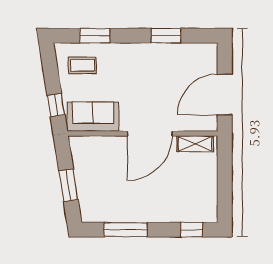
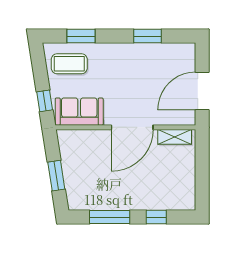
coffee table: (82, 65) -> (69, 64), width x1.36, depth x1.30
window: (192, 230) -> (156, 217), moved

